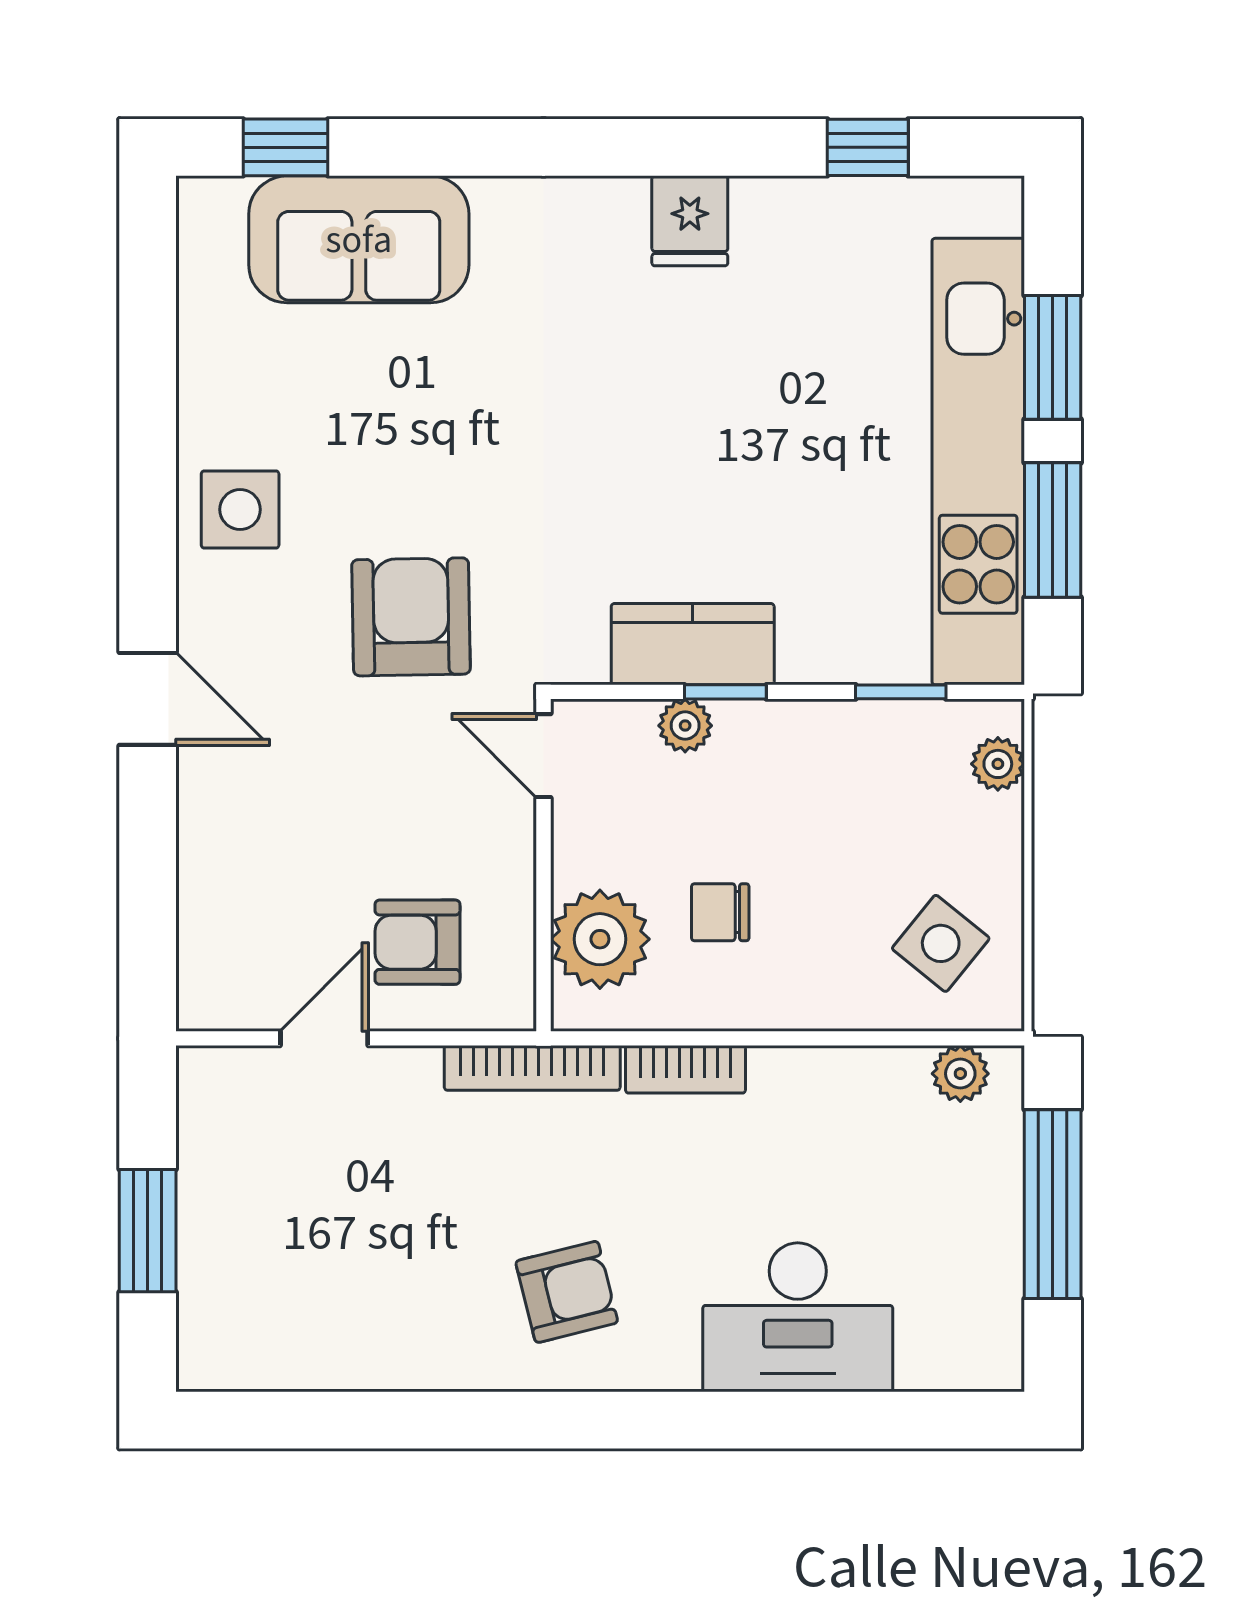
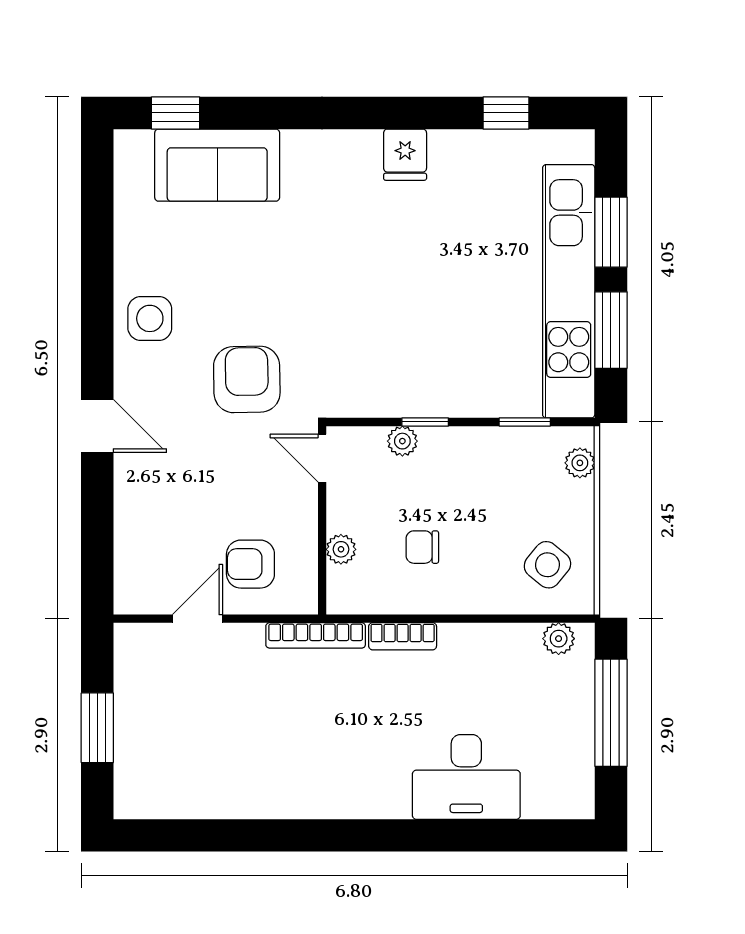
kitchen counter: (693, 644) -> (407, 395), removed
plant: (600, 939) -> (341, 549), width x0.53, depth x0.53
armchair: (567, 1292) -> (335, 763), removed

